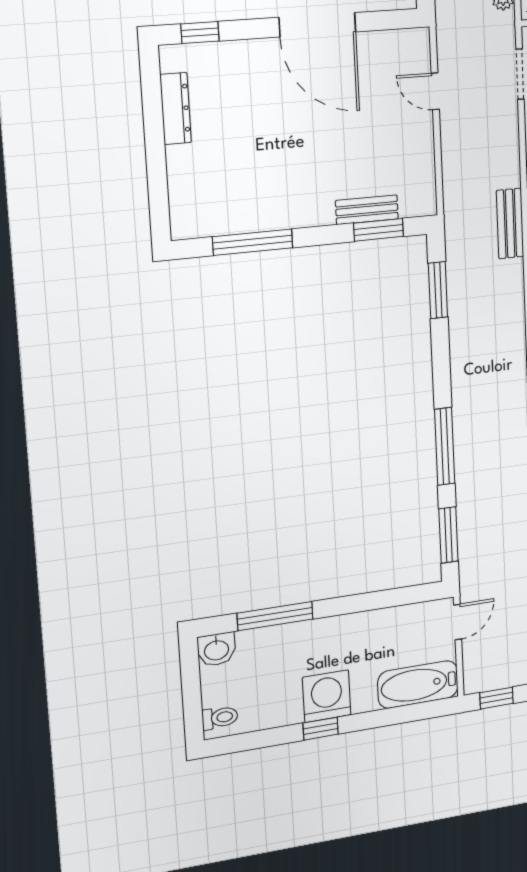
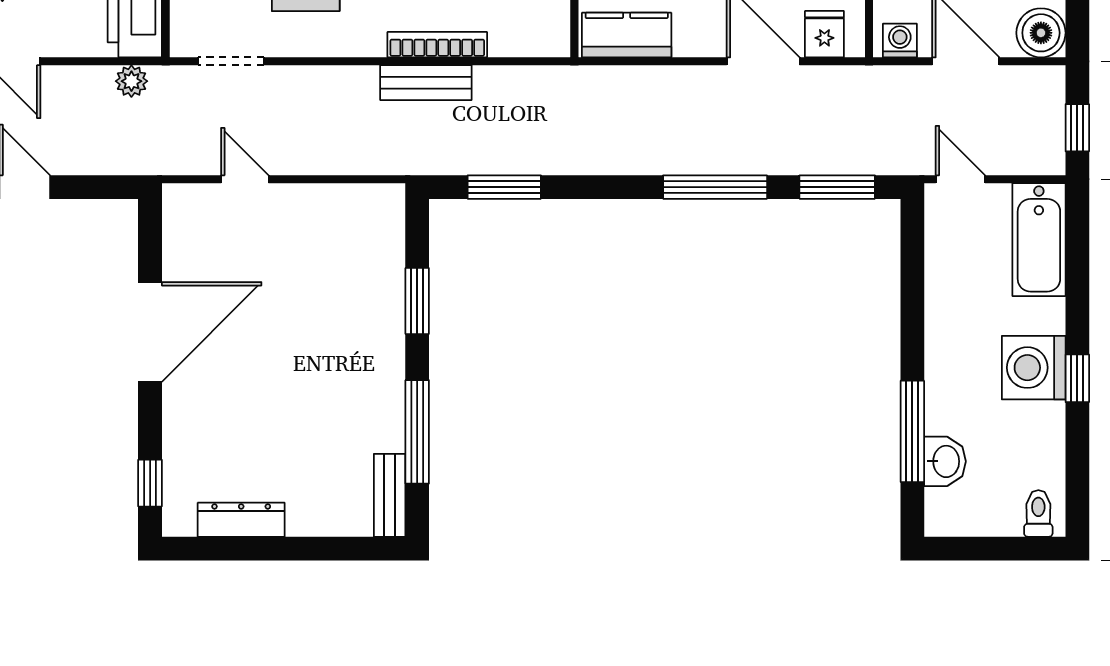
door: (435, 91) -> (245, 179), swing flipped
bench: (367, 210) -> (390, 495), moved
window: (379, 230) -> (417, 301), moved
washbasin: (216, 649) -> (945, 461), moved

